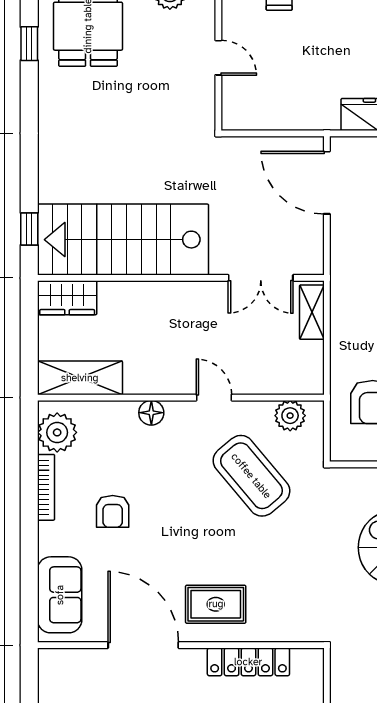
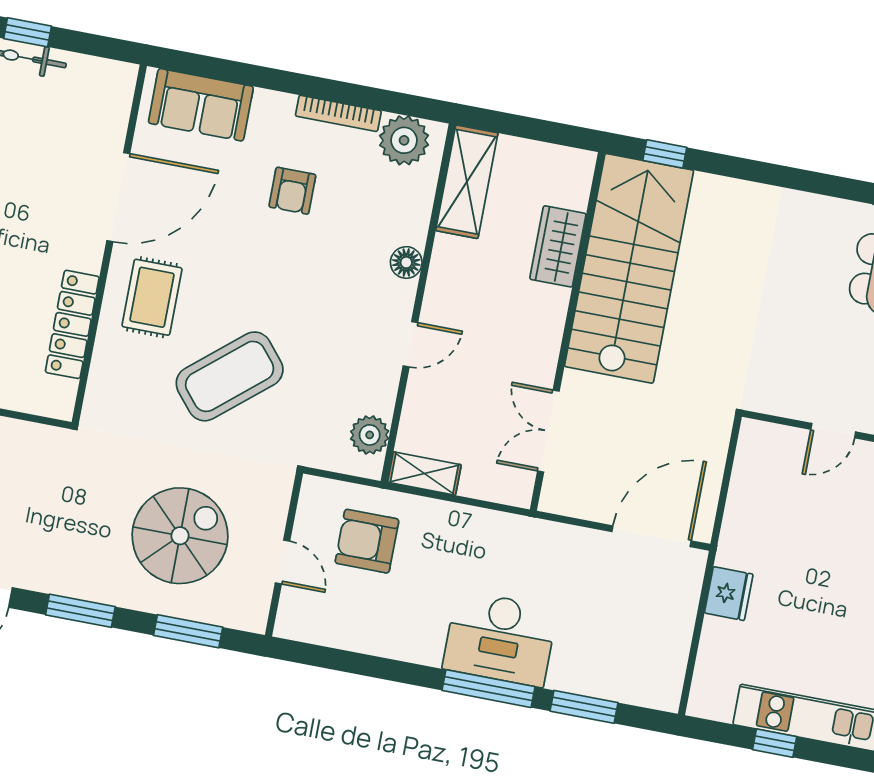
wardrobe: (67, 298) -> (558, 246), moved
shelving: (312, 312) -> (424, 474), moved
coffee table: (251, 476) -> (230, 376), moved
armchair: (113, 511) -> (292, 191), turned -90

